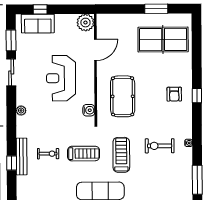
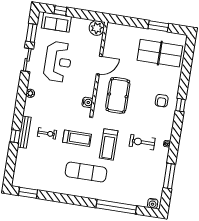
door: (95, 50) -> (99, 65), moved
reception desk: (61, 78) -> (58, 62), moved, turned 180
treadmill: (121, 155) -> (109, 144), turned 180

